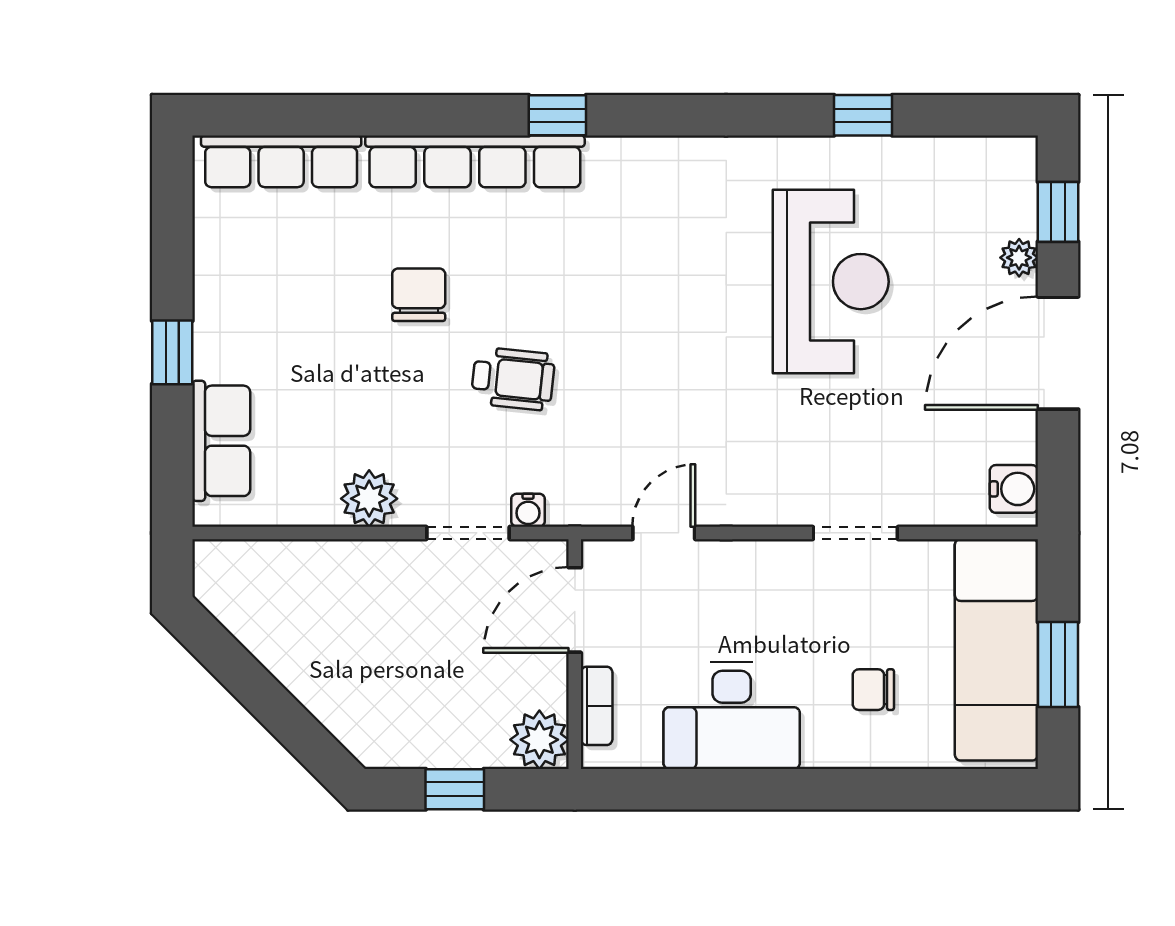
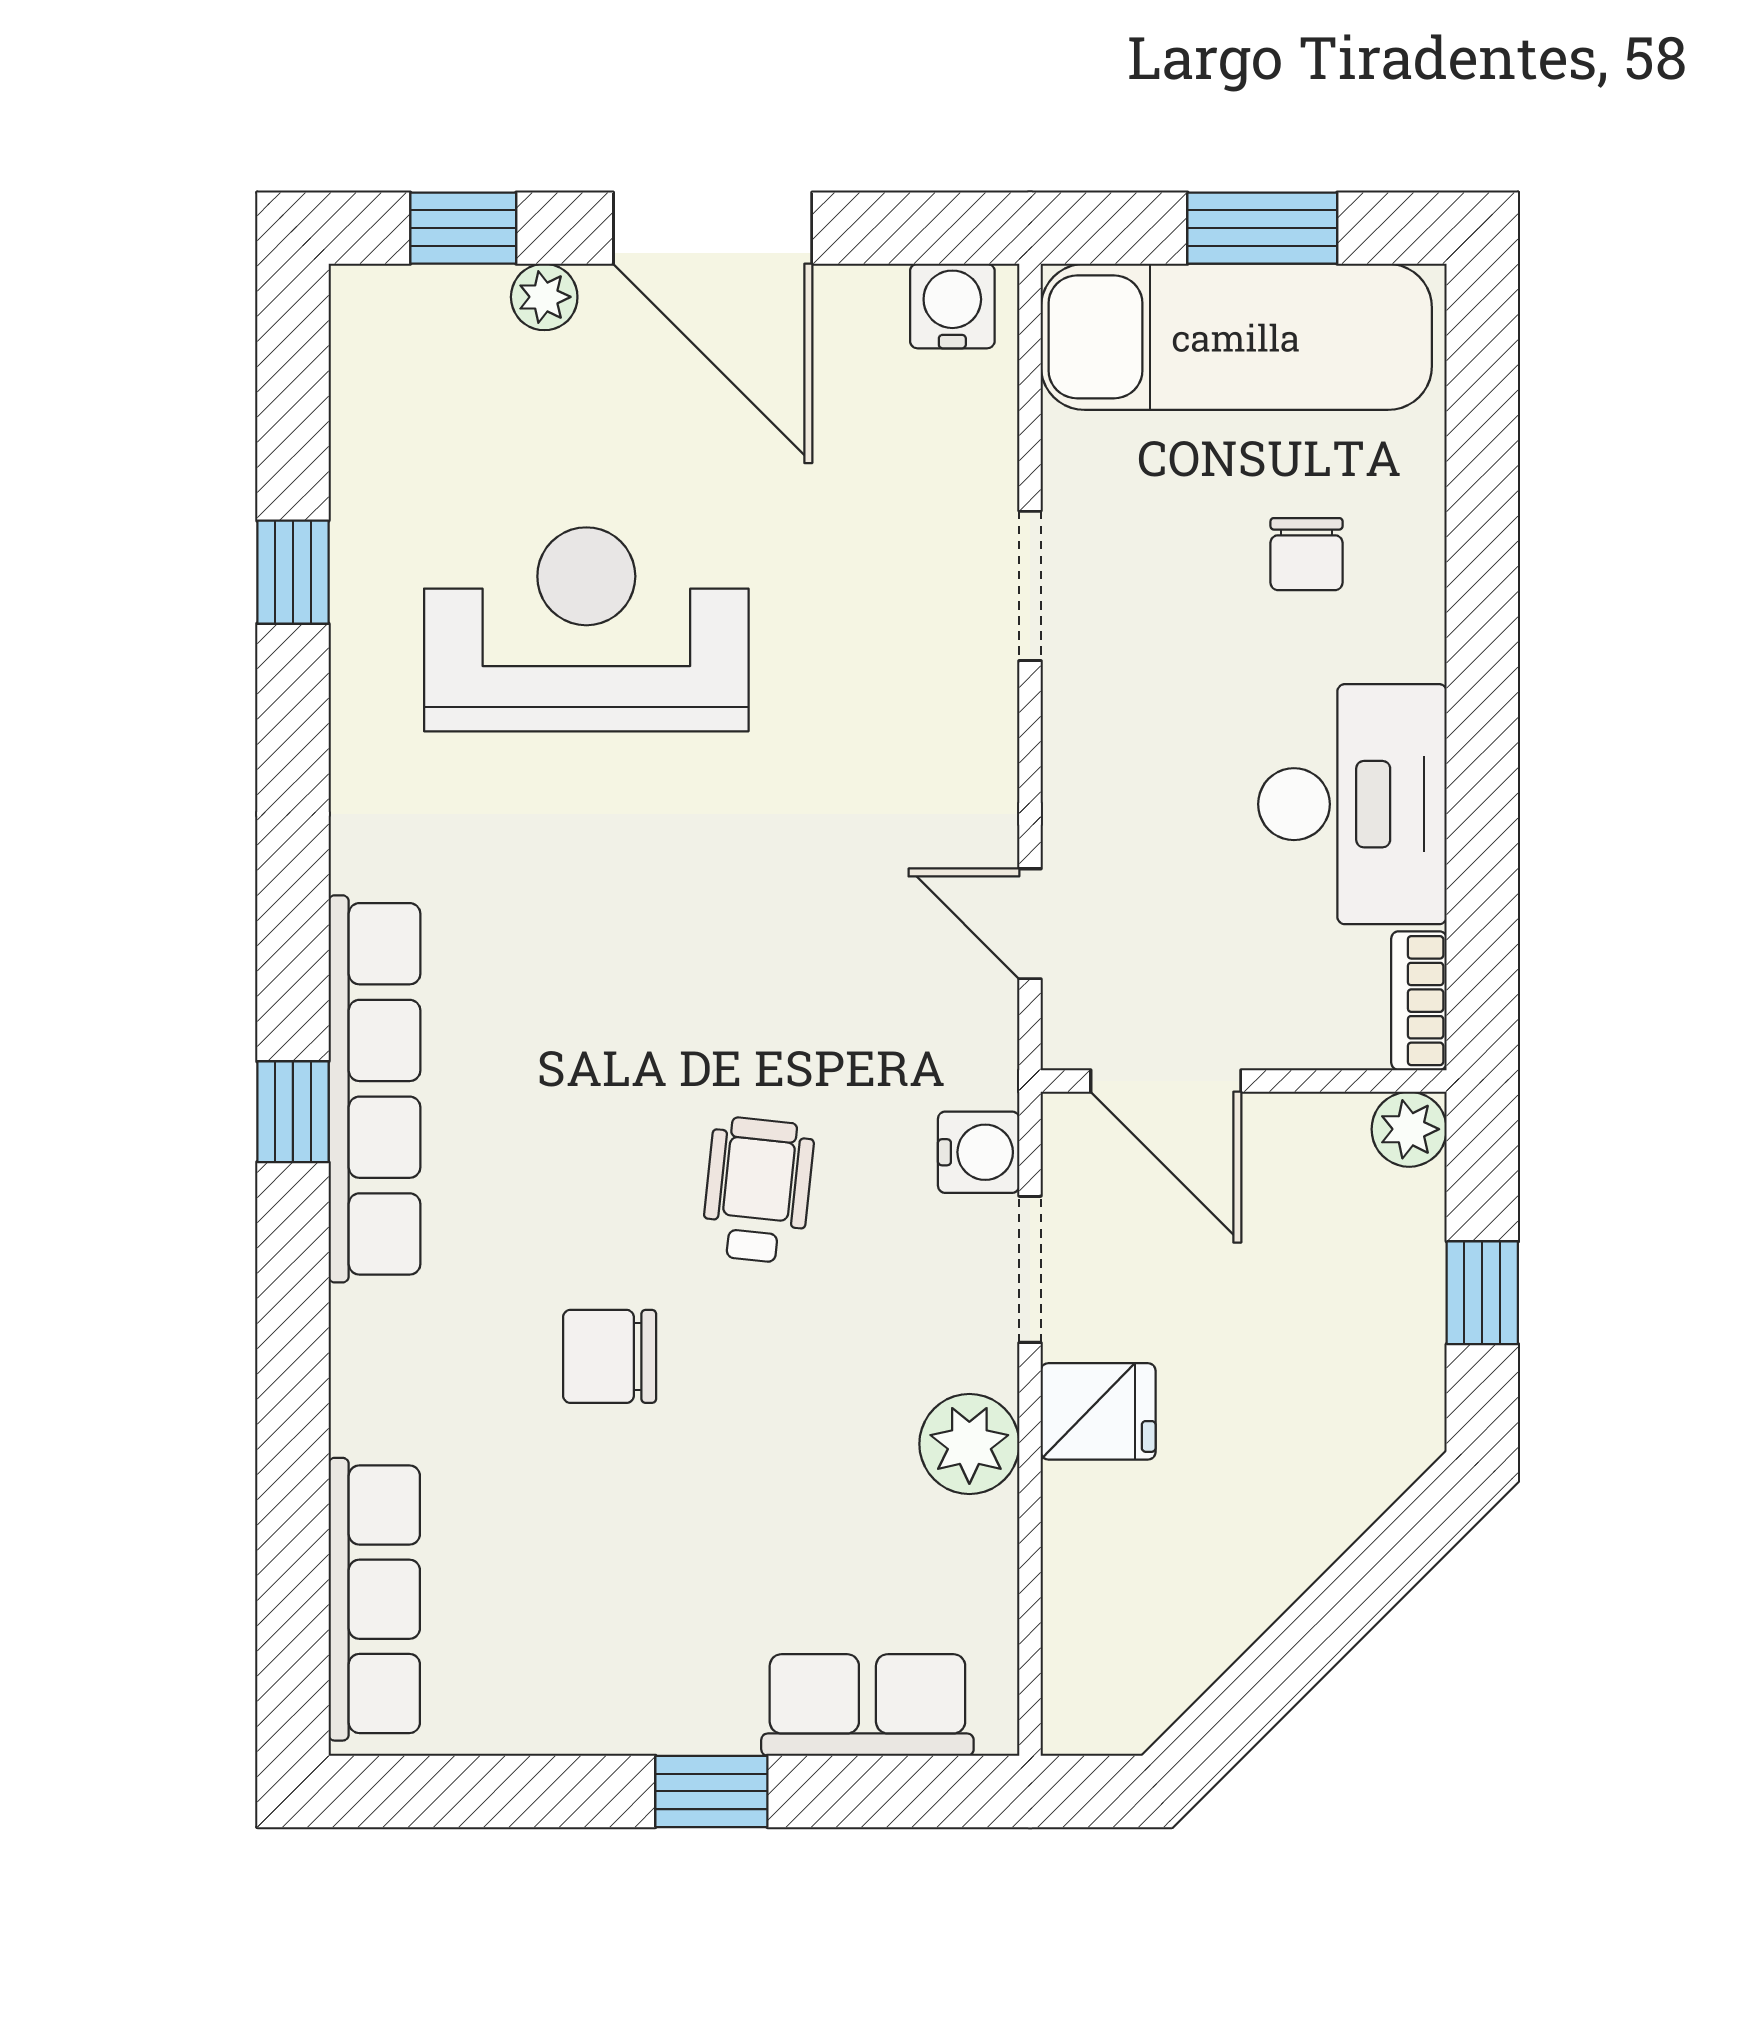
row of seats: (475, 161) -> (374, 1089), moved
water cooler: (528, 510) -> (979, 1152), width x1.38, depth x1.38
fridge: (388, 572) -> (1098, 1411), added
bookcase: (597, 706) -> (1419, 1001), moved, turned -90
plant: (539, 740) -> (1409, 1129), width x0.73, depth x0.73

